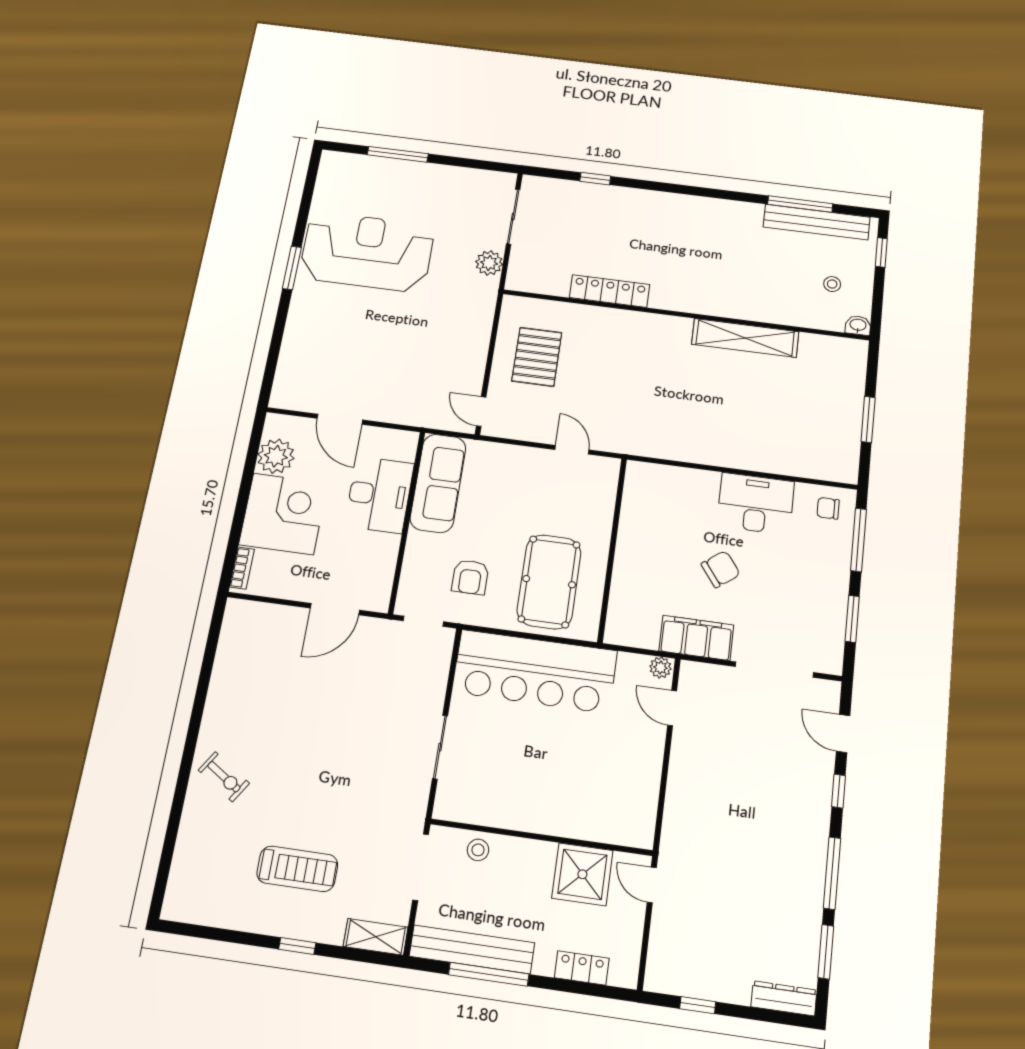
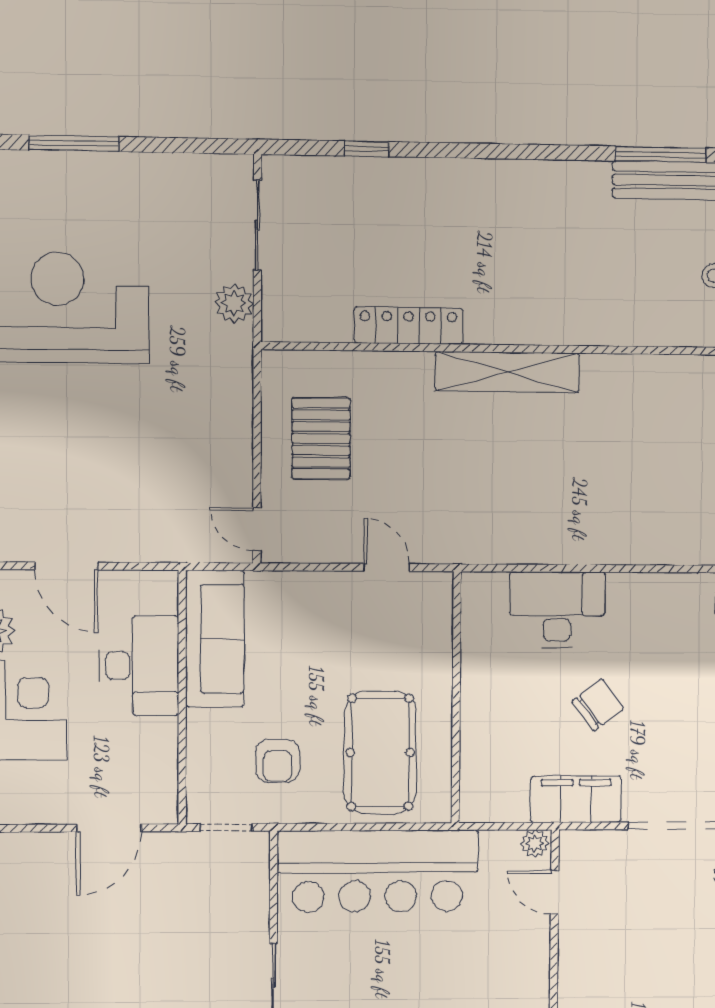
shelving: (745, 338) -> (507, 372), moved
desk: (756, 504) -> (557, 610), moved

